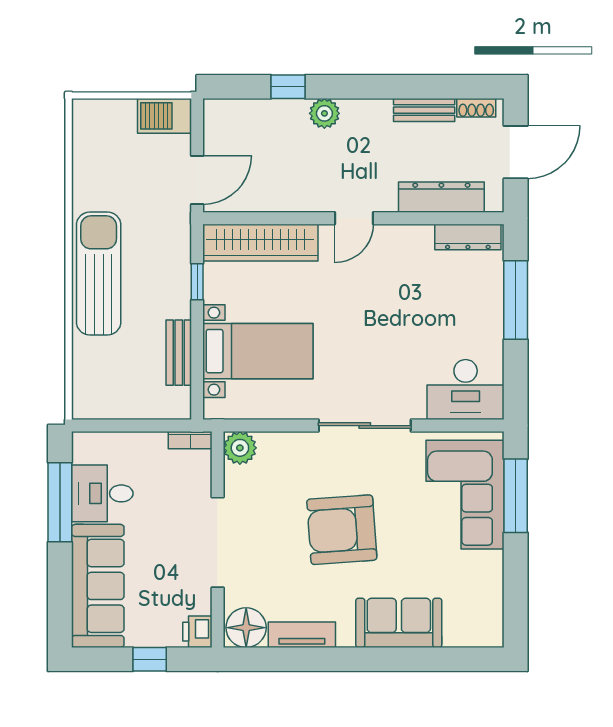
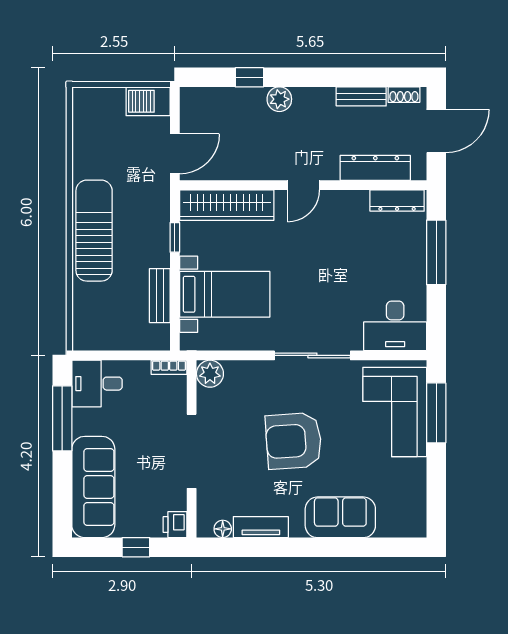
desk: (102, 493) -> (97, 384), moved
floor lamp: (246, 628) -> (223, 529), width x0.53, depth x0.53

